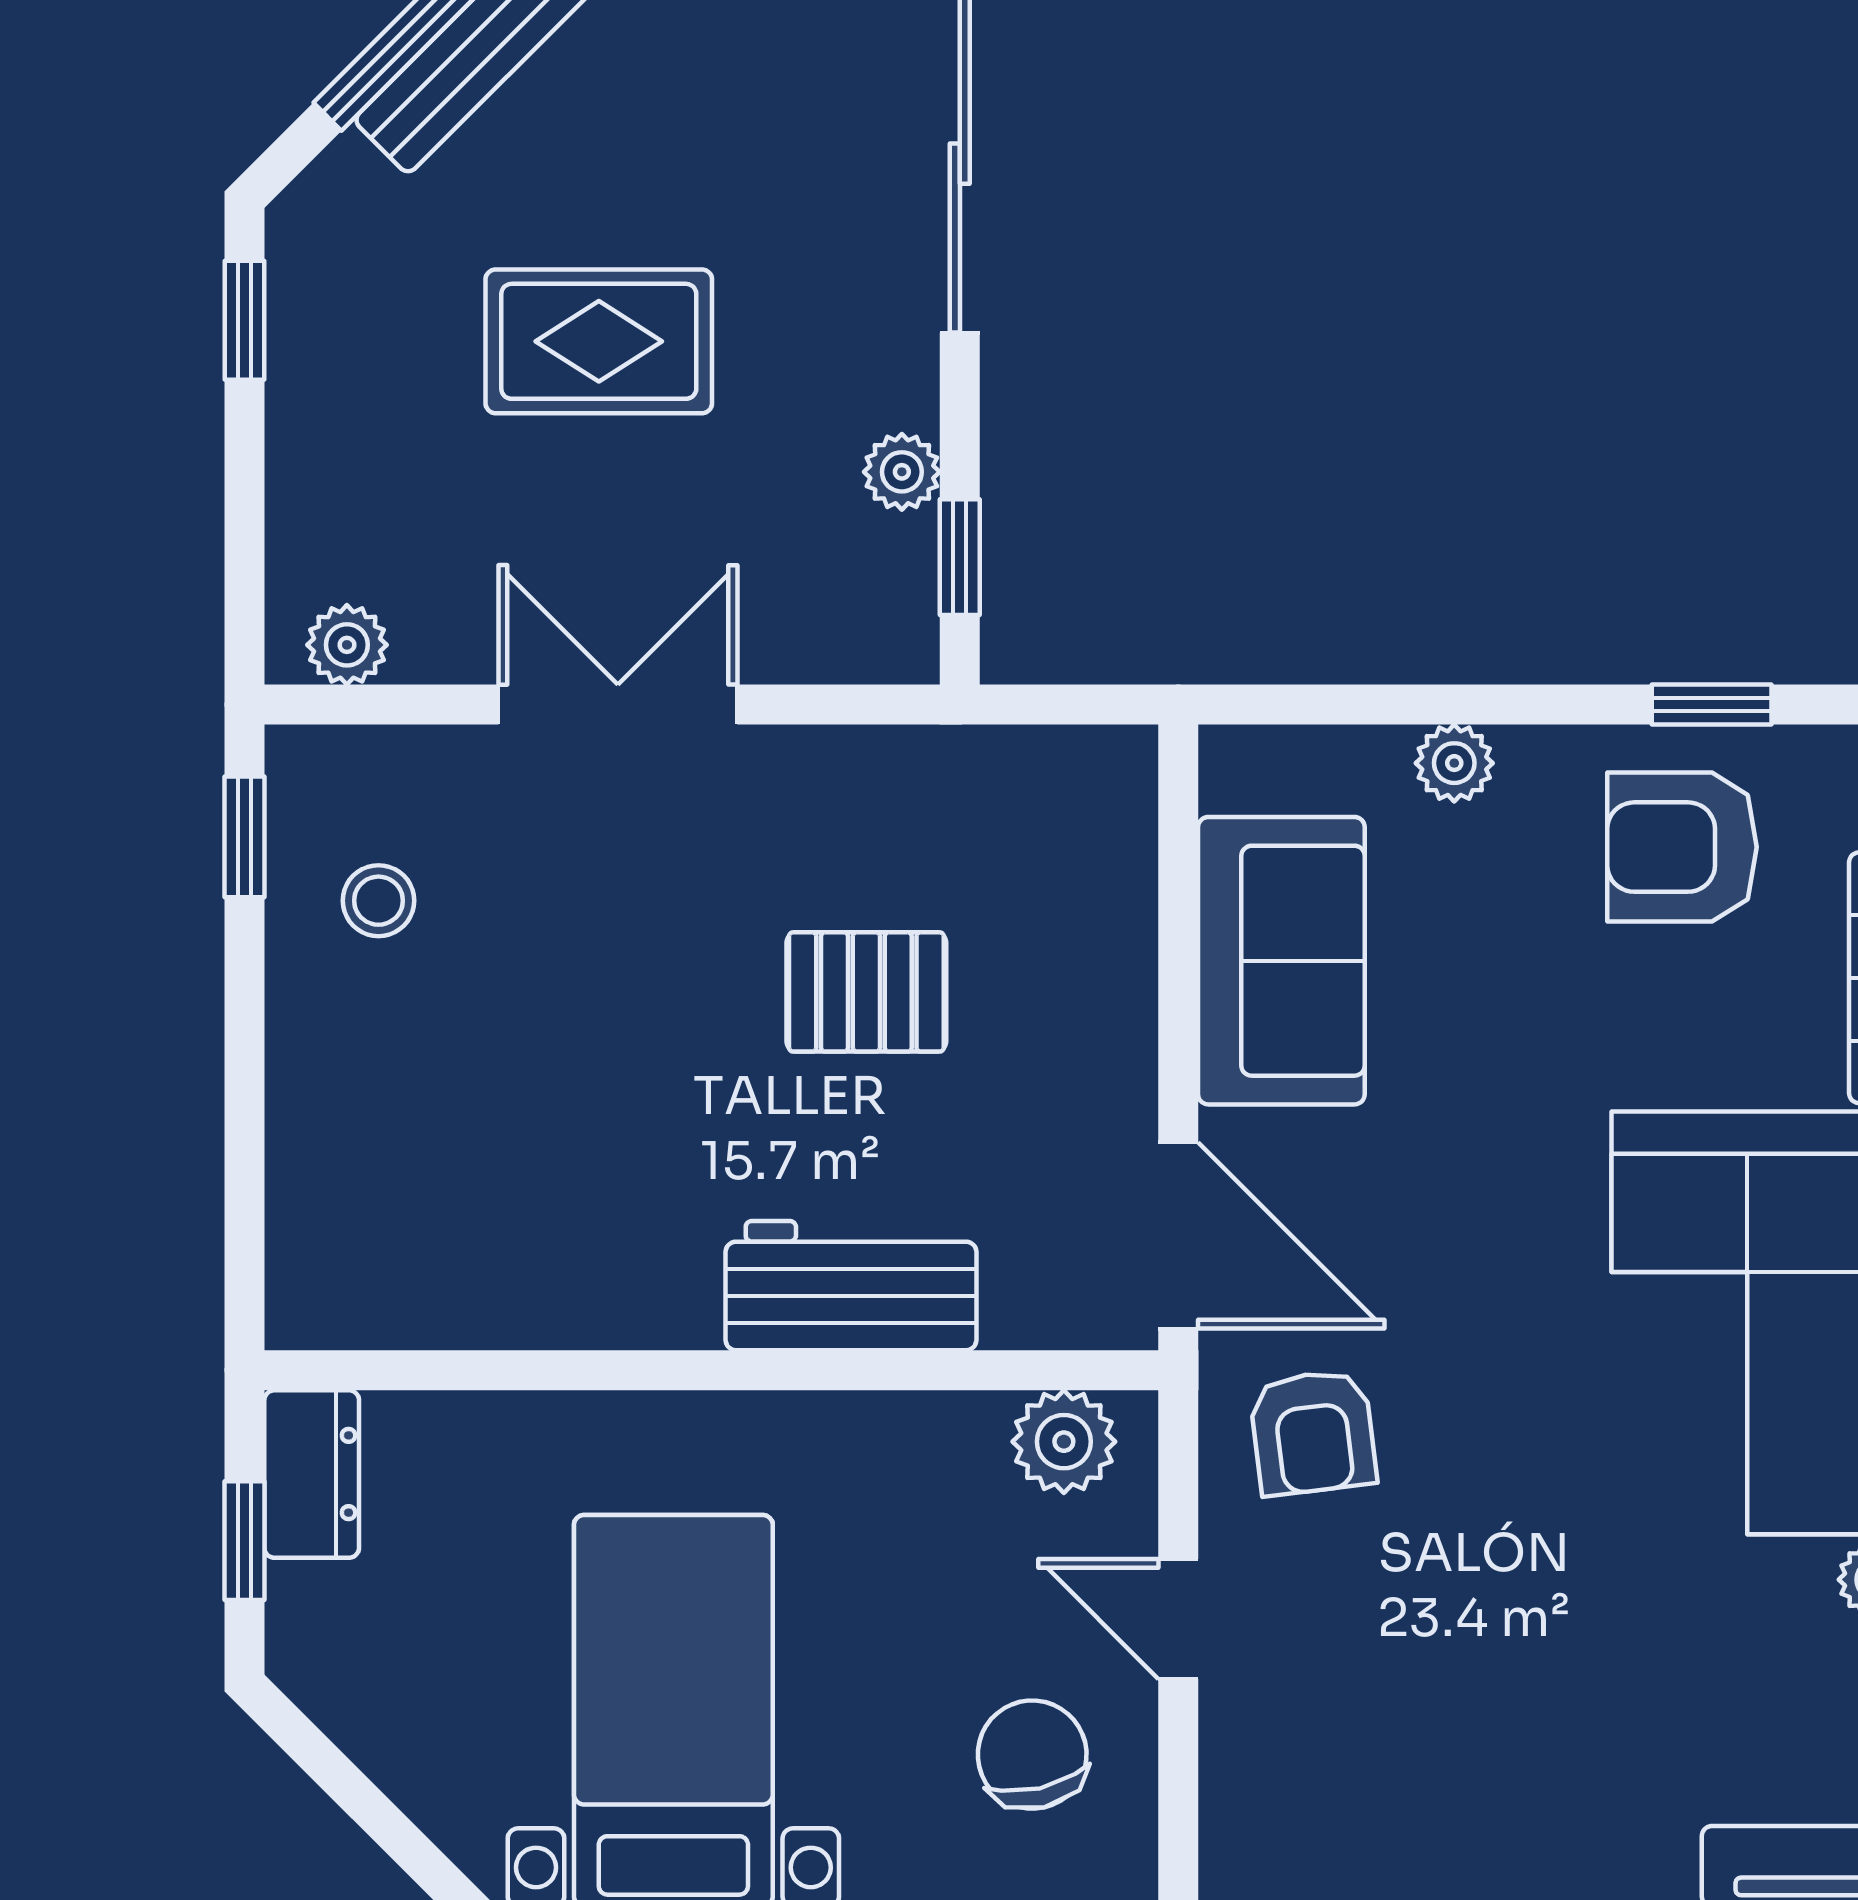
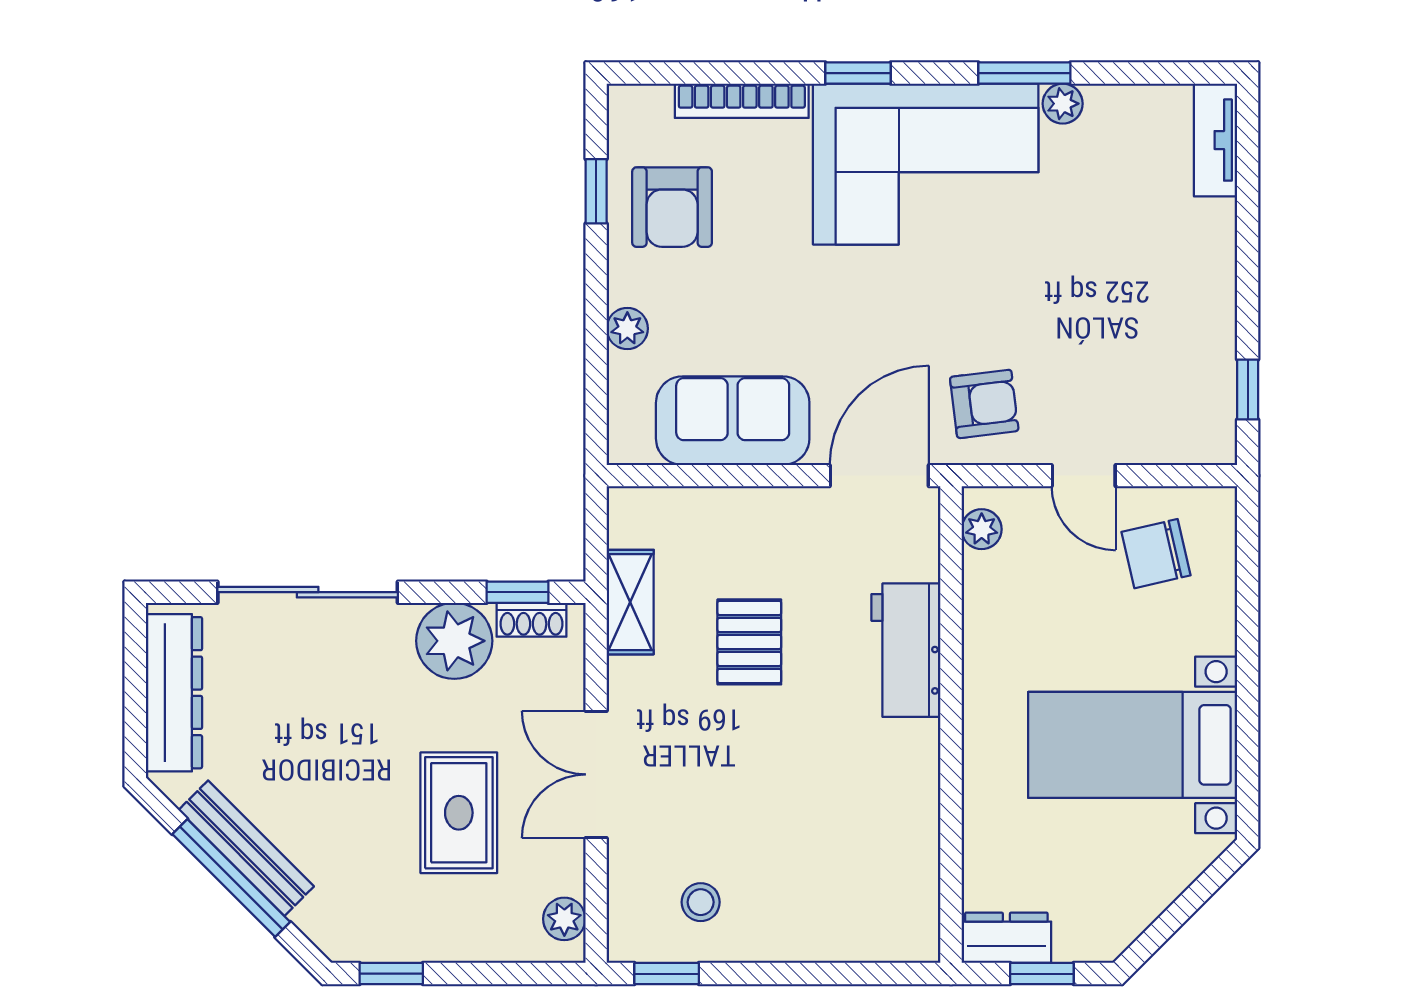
rug: (599, 341) -> (459, 813), moved
plant: (902, 472) -> (454, 641), width x1.88, depth x1.88
shoe rack: (908, 583) -> (532, 620), added
shelving: (941, 769) -> (630, 602), added
plant: (1064, 1442) -> (982, 529), width x0.73, depth x0.73
door: (1178, 1619) -> (1084, 476), hinge flipped

